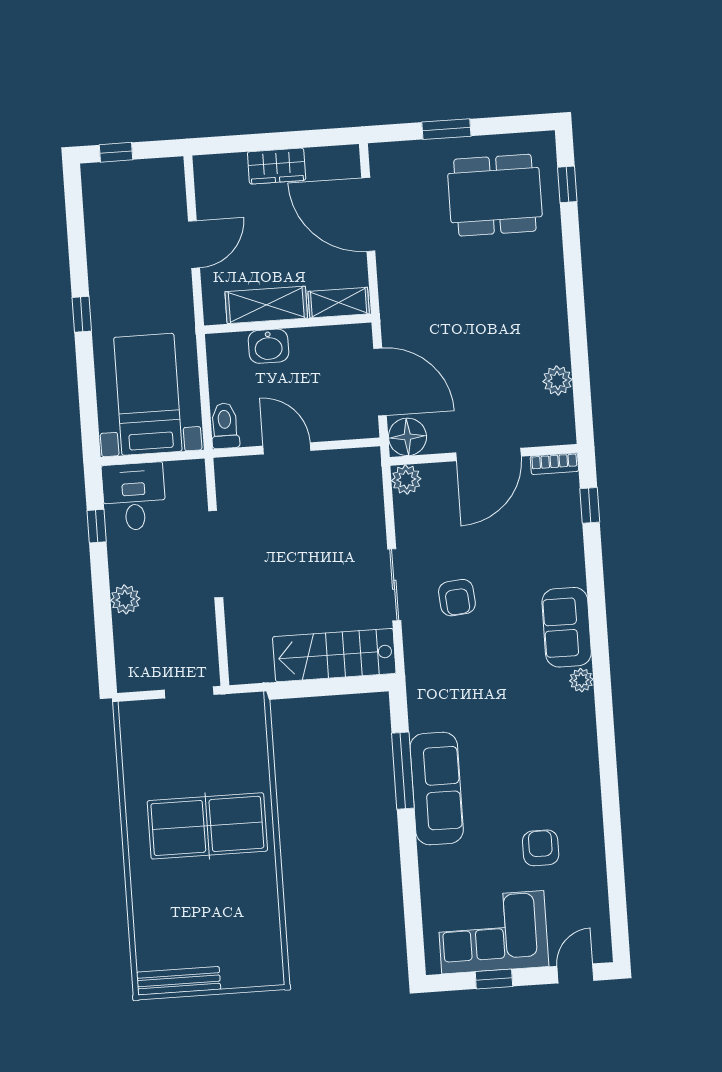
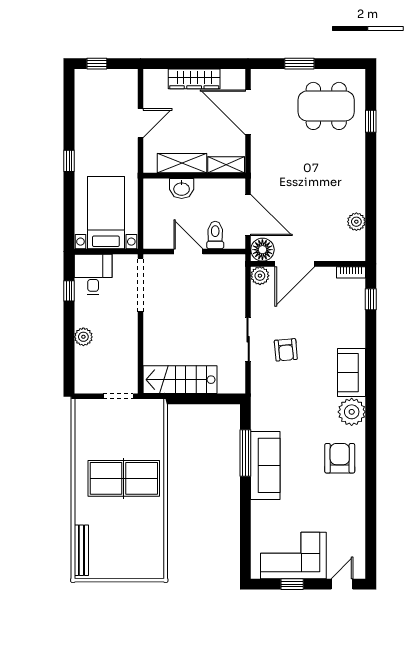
wardrobe: (277, 166) -> (194, 79), width x1.50
window: (567, 184) -> (371, 121), moved
toilet: (225, 426) -> (215, 235), moved
door: (489, 454) -> (295, 264), moved
doorway: (216, 554) -> (140, 285), moved
stairs: (334, 655) -> (180, 380), moved
plant: (581, 680) -> (352, 412), width x1.88, depth x1.88
armchair: (541, 848) -> (340, 458), moved, width x1.38, depth x1.38
bench: (179, 981) -> (81, 550), moved, turned 90

